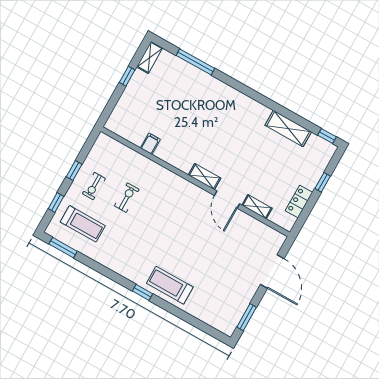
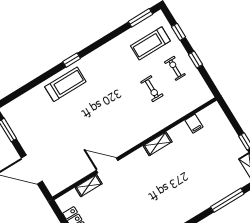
filing cabinet: (150, 144) -> (194, 124), moved
shelving: (205, 177) -> (158, 144), moved

